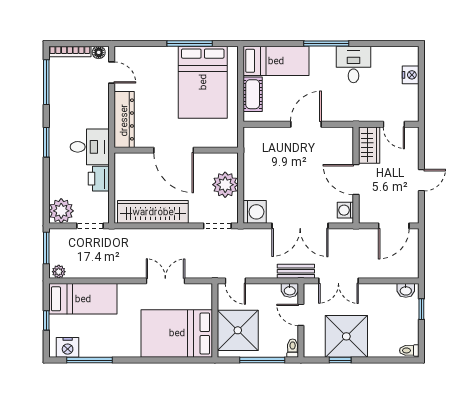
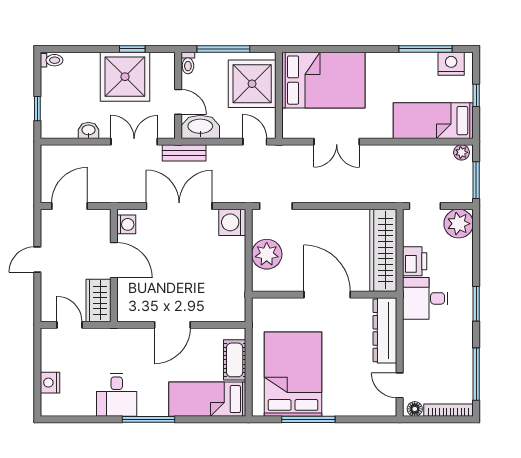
wardrobe: (153, 212) -> (383, 250), moved, turned 90
washbasin: (290, 290) -> (200, 127), width x1.91, depth x1.45
washbasin: (406, 290) -> (89, 130), moved

